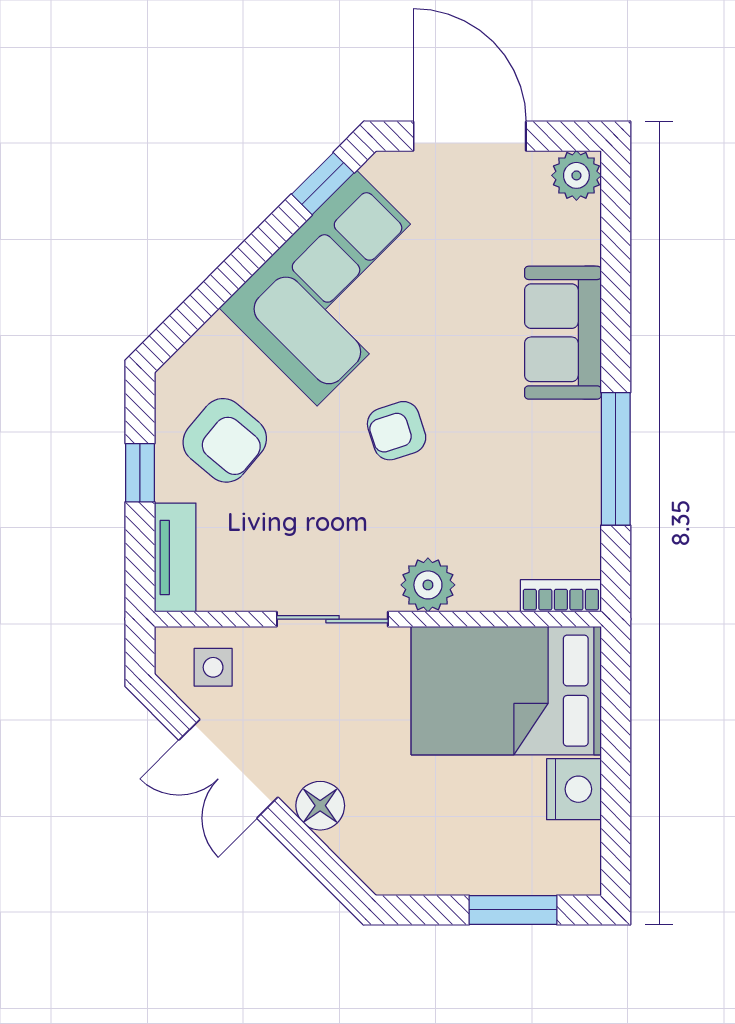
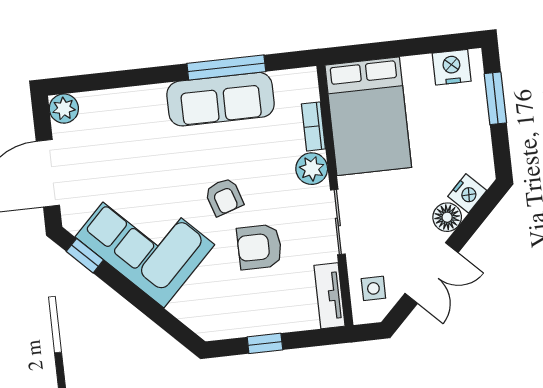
sofa: (563, 333) -> (220, 99), moved, width x1.36
armchair: (225, 440) -> (259, 247), moved, turned -130
tv unit: (175, 557) -> (329, 296), moved, turned -90
bookcase: (561, 596) -> (313, 126), moved
nightstand: (574, 789) -> (452, 67), moved
nightstand: (357, 844) -> (467, 193), added

